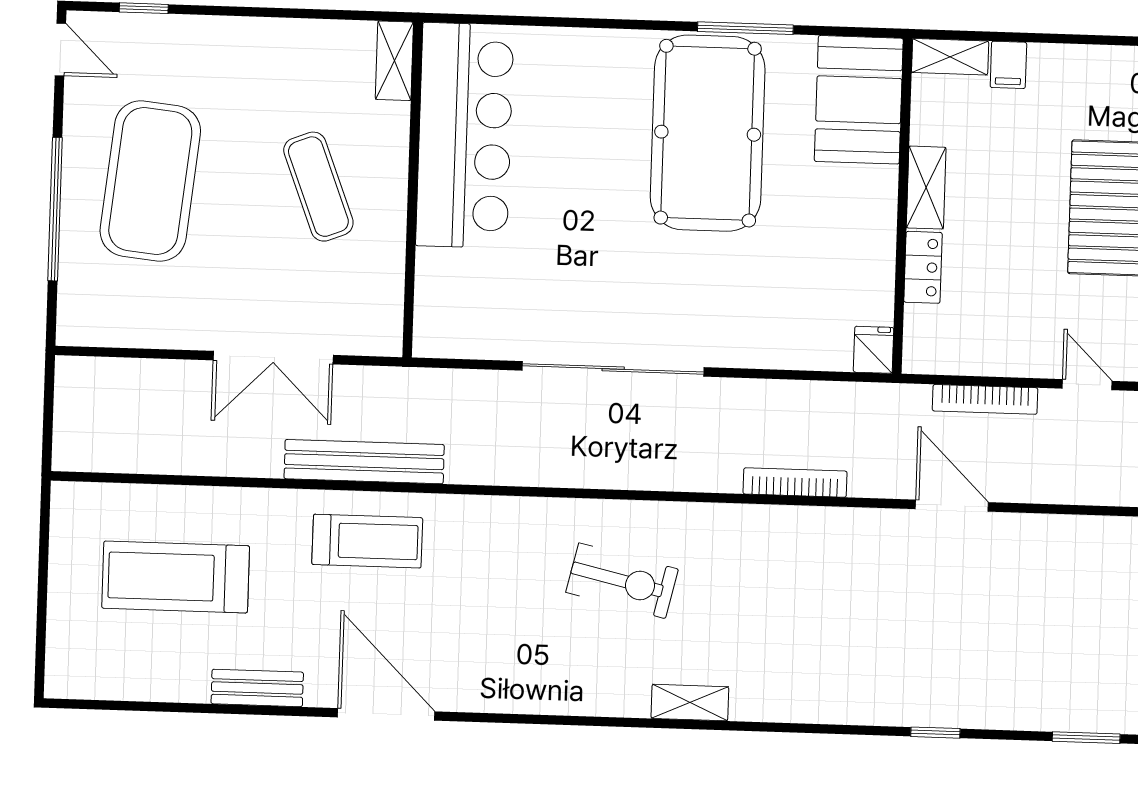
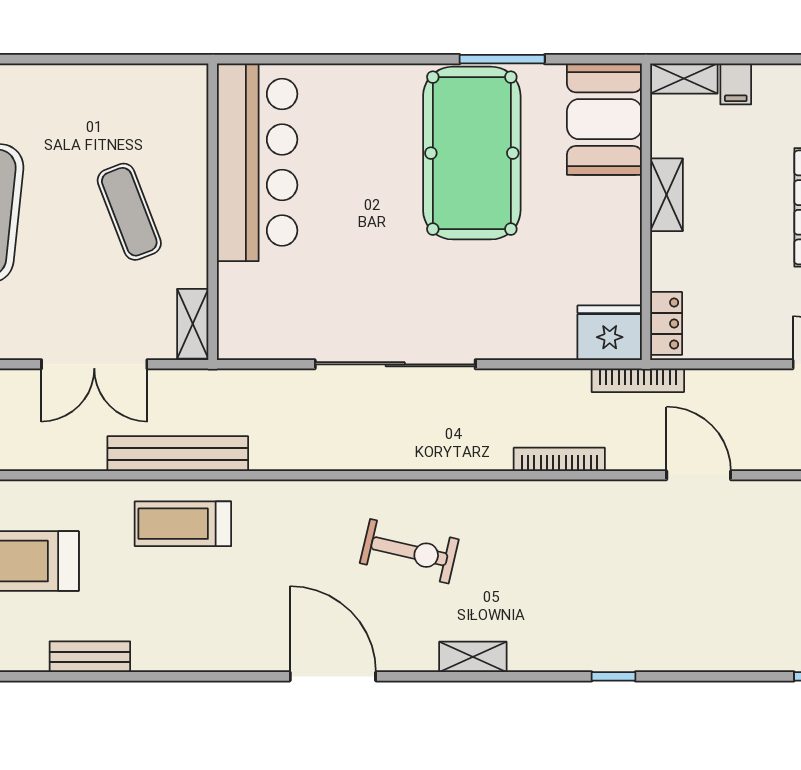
shelving: (394, 61) -> (193, 324), moved
locker: (923, 267) -> (666, 323), moved
fridge: (873, 350) -> (610, 333), width x1.88, depth x1.34
bookcase: (985, 399) -> (638, 380), moved
treadmill: (367, 541) -> (183, 524), turned 180
door: (386, 714) -> (333, 676), moved
window: (935, 733) -> (614, 676), moved

